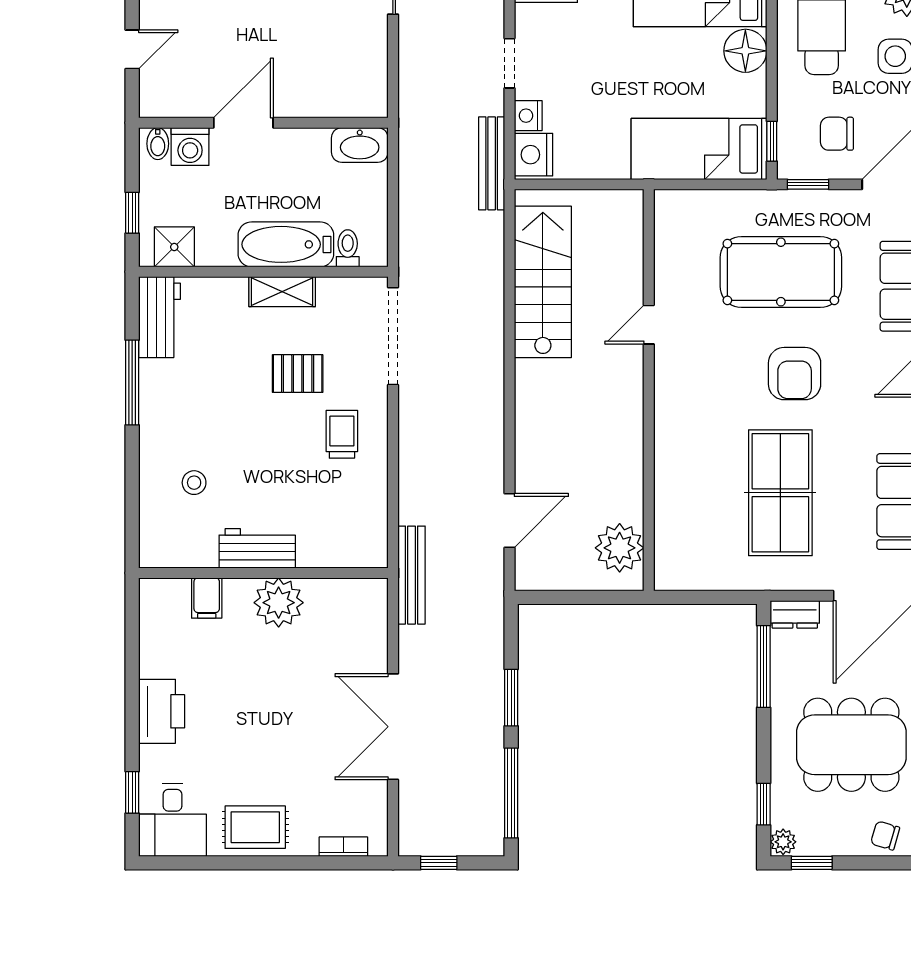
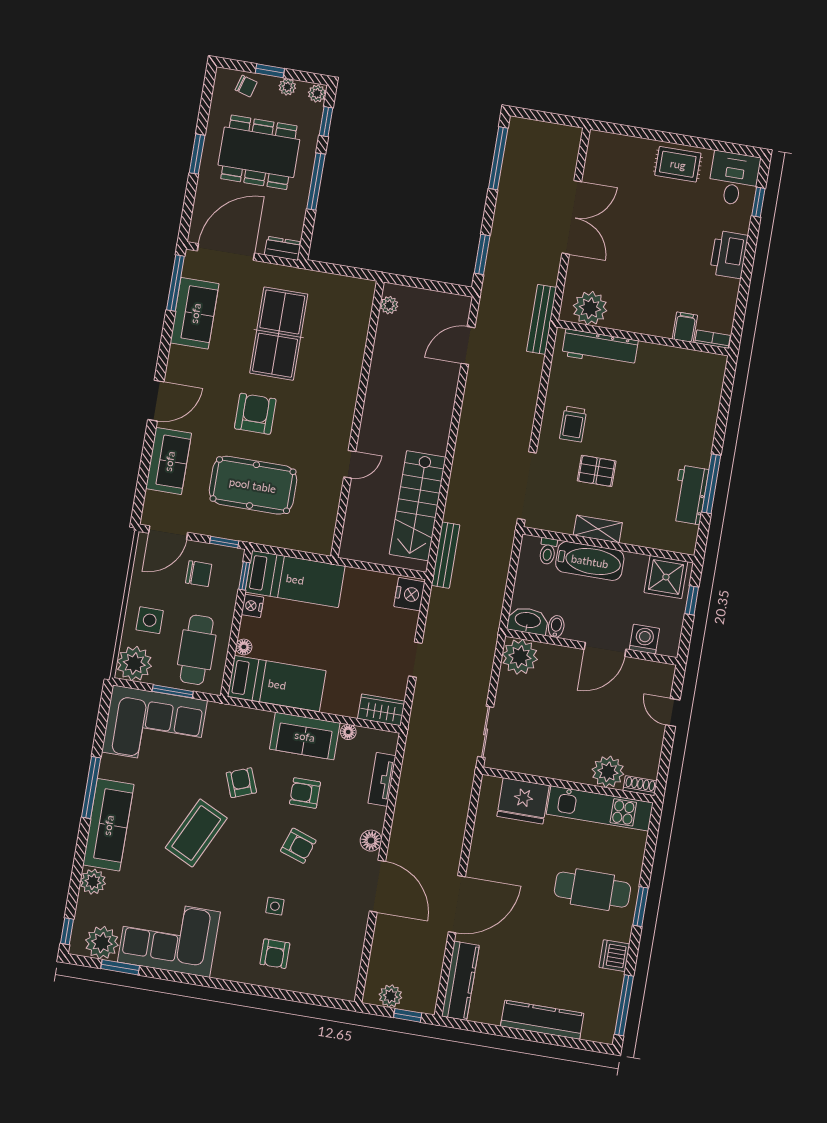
door: (132, 49) -> (673, 713), hinge flipped
floor lamp: (745, 51) -> (244, 647), width x0.53, depth x0.53
plant: (362, 92) -> (520, 657), added
nightstand: (528, 116) -> (252, 606), moved, turned 180
bidet: (158, 144) -> (556, 626), moved
bench: (492, 163) -> (446, 555), moved
shower: (174, 247) -> (666, 577), width x1.36, depth x1.36
workbench: (160, 317) -> (690, 495), moved
stool: (194, 483) -> (680, 408), removed
workbench: (257, 548) -> (600, 348), moved, width x1.37
plant: (620, 548) -> (389, 305), width x0.53, depth x0.53
plant: (279, 603) -> (590, 308), moved
window: (764, 667) -> (316, 181), moved
window: (511, 698) -> (482, 254), moved
plant: (827, 844) -> (287, 87), added
bookcase: (343, 847) -> (712, 339), moved, turned 180
window: (439, 863) -> (556, 119), removed
window: (812, 863) -> (270, 71), moved

